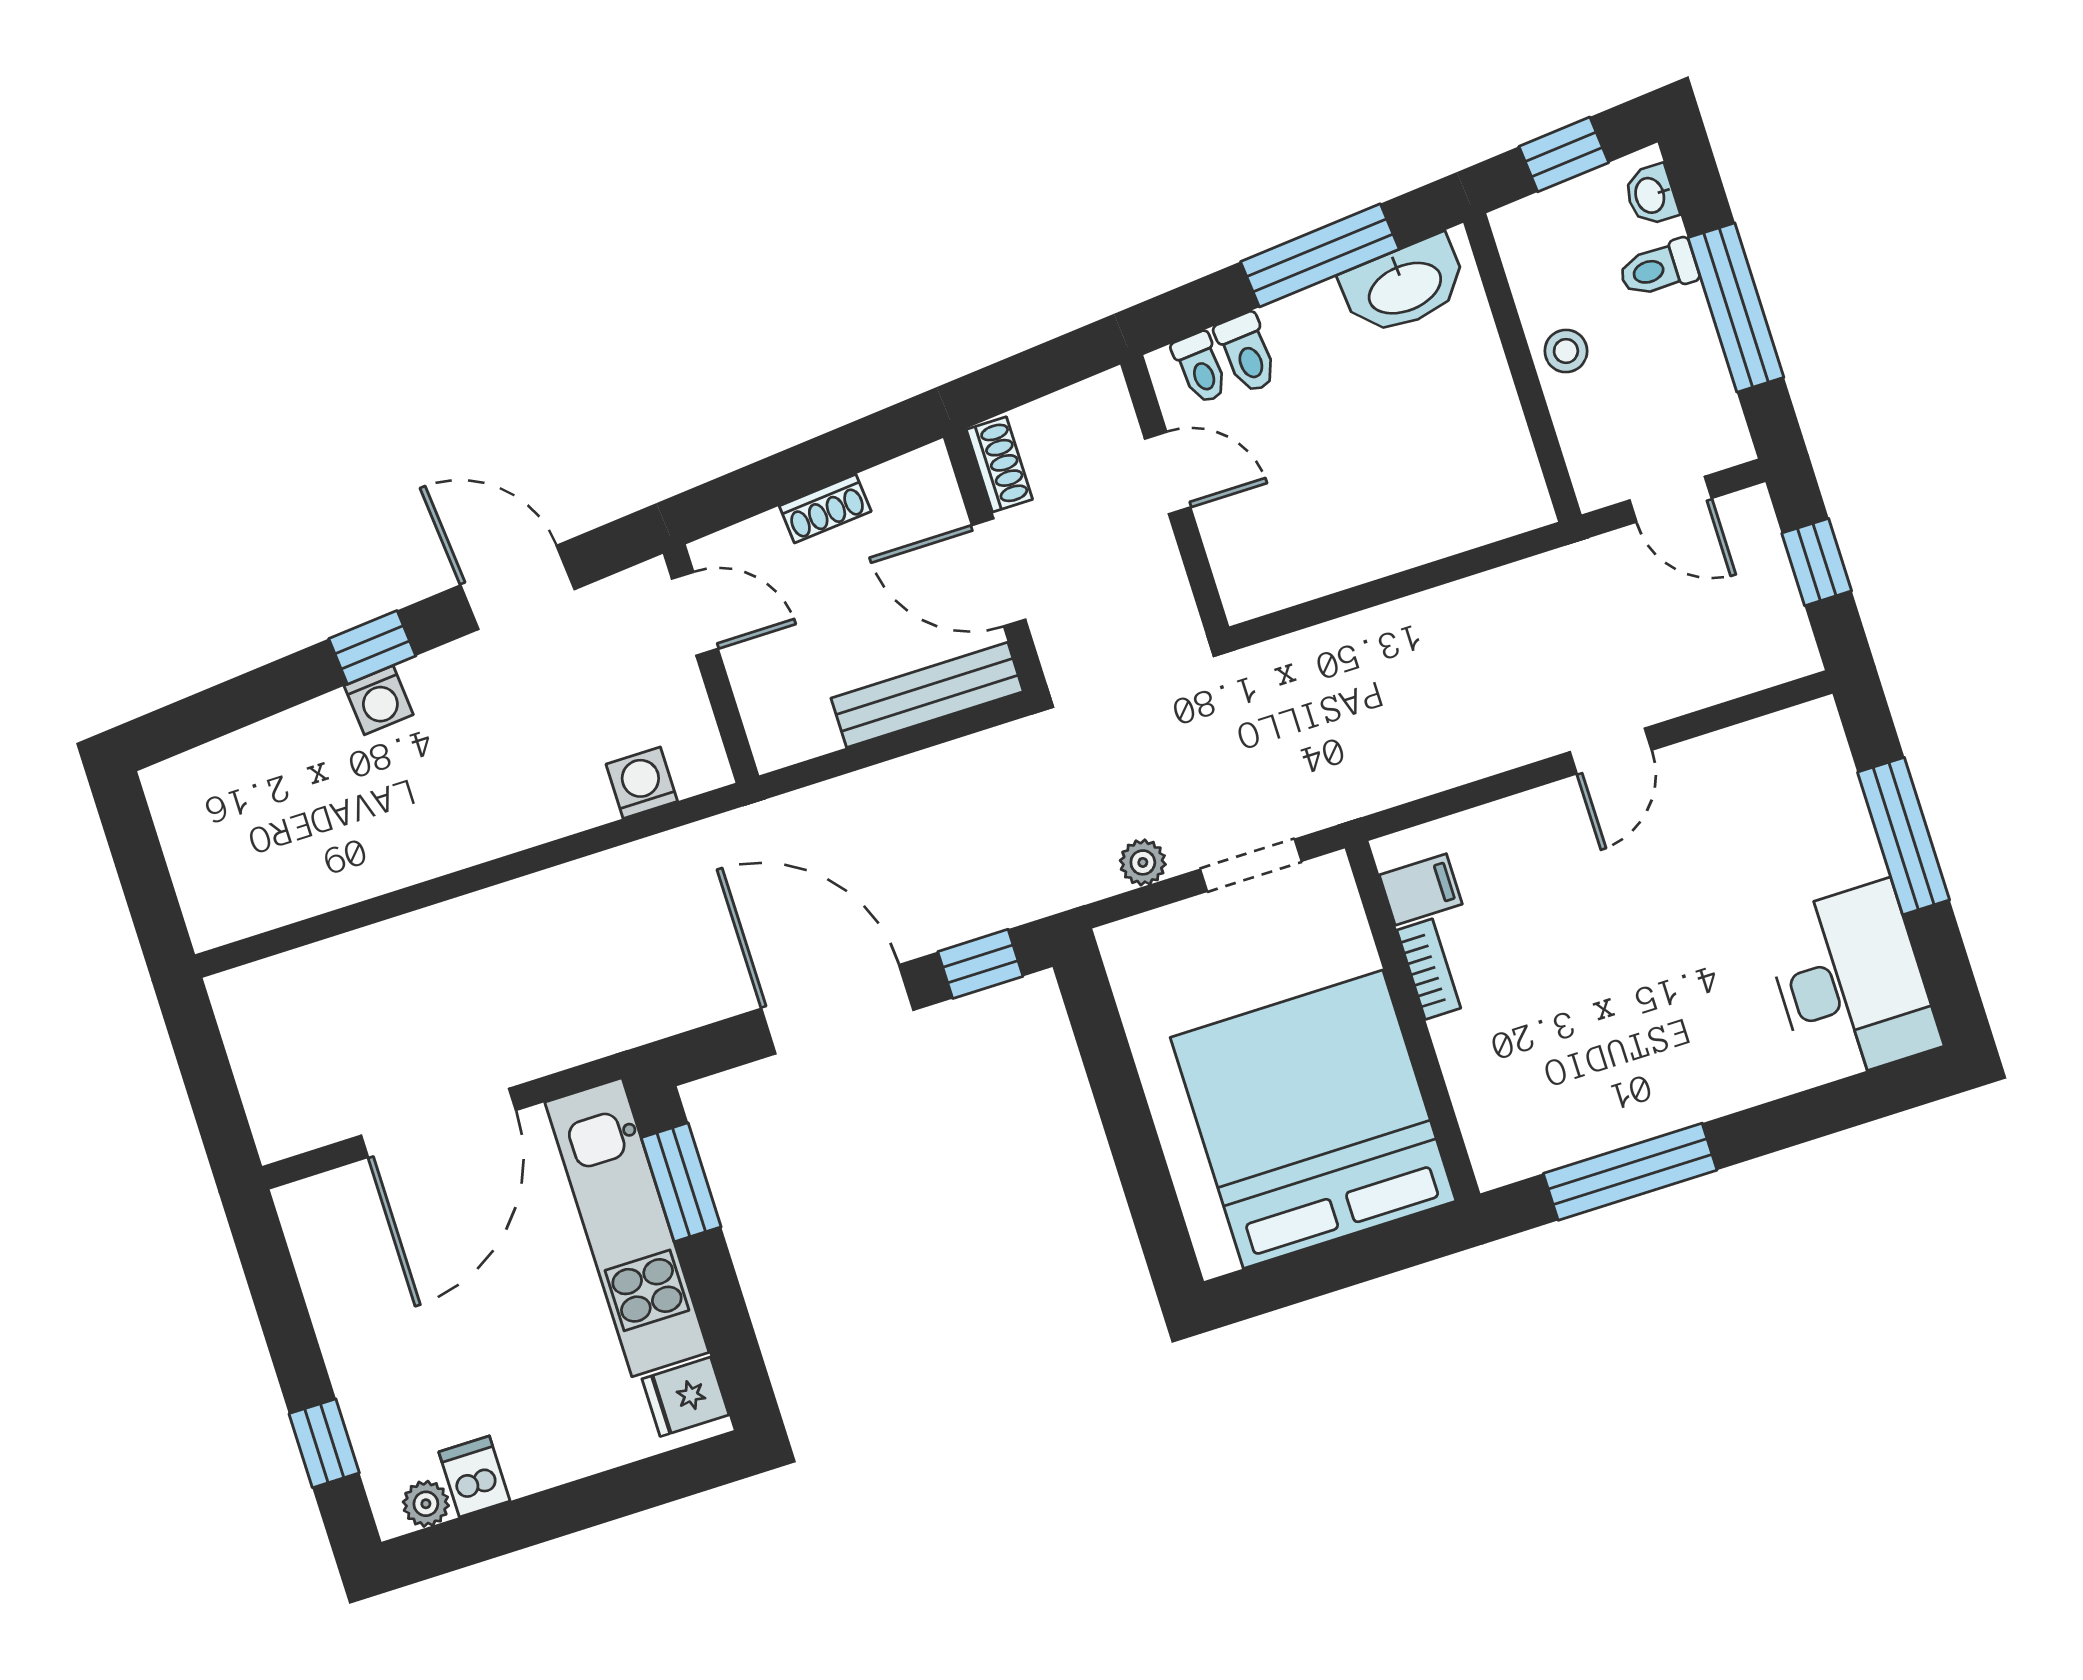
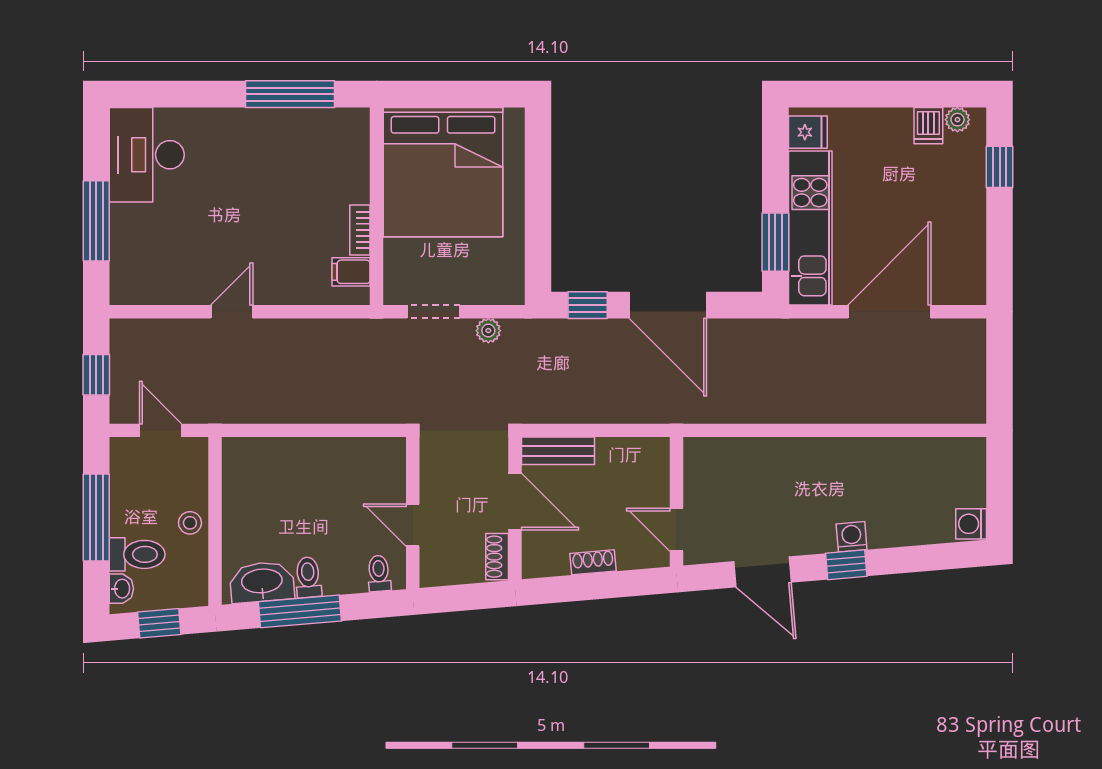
toilet: (1659, 269) -> (137, 554), width x1.37, depth x1.39
toilet: (1247, 353) -> (308, 577), moved
bench: (927, 695) -> (558, 451), width x0.73
washing machine: (642, 783) -> (971, 524), moved, turned 90

